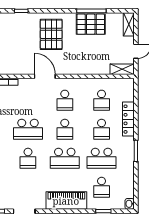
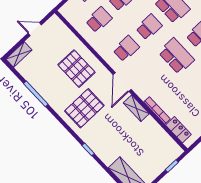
pallet: (91, 24) -> (77, 69), moved
shelving: (122, 69) -> (136, 108), moved

